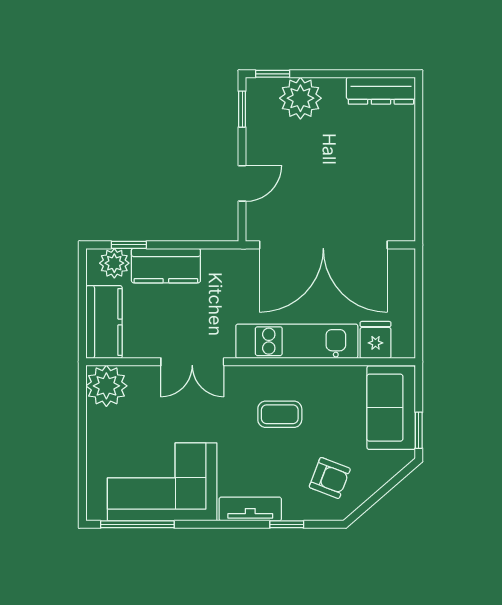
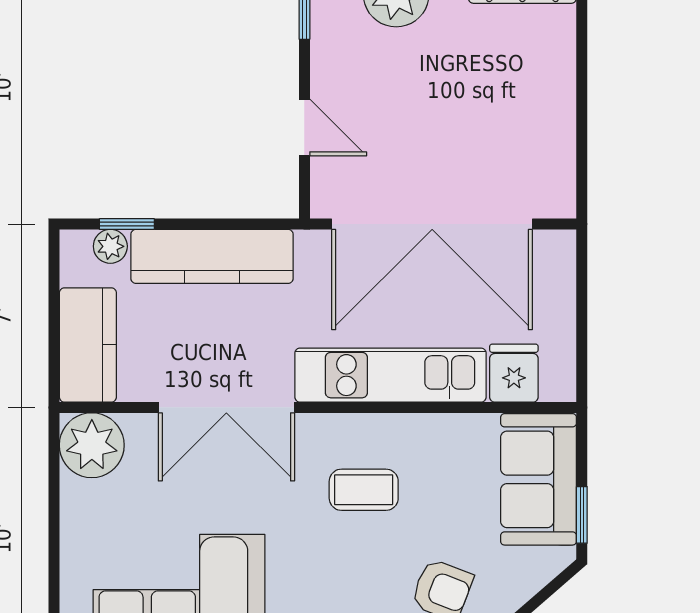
door: (242, 183) -> (304, 128), hinge flipped
plant: (114, 263) -> (110, 246), width x0.73, depth x0.73
kitchen counter: (166, 266) -> (212, 256), width x1.50
double door: (192, 362) -> (226, 407), width x1.37

